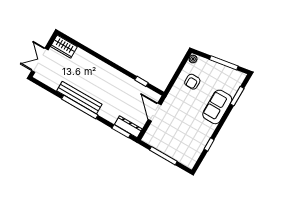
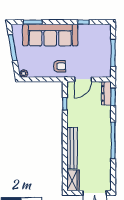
armchair: (192, 82) -> (60, 66), moved
bench: (79, 98) -> (72, 148), moved
sofa: (217, 107) -> (50, 35), width x1.85, depth x1.27

